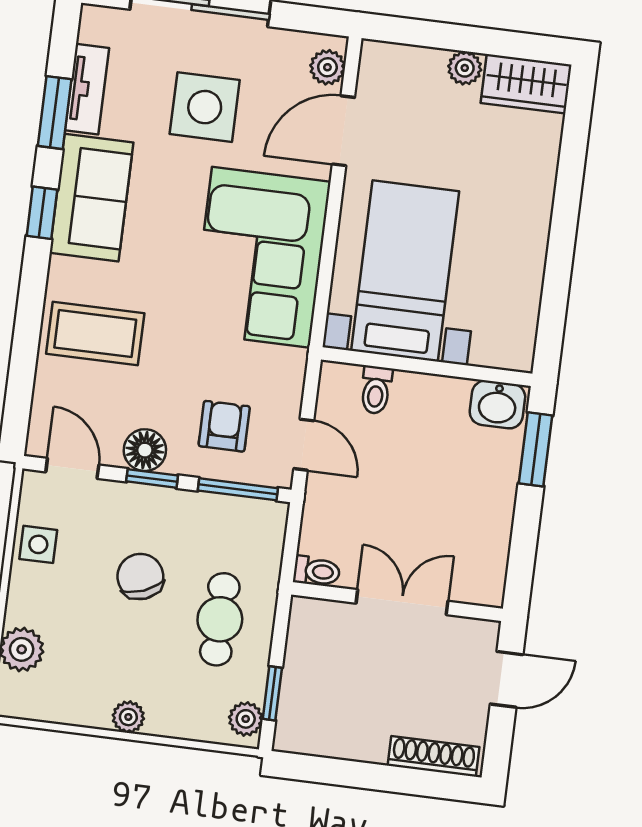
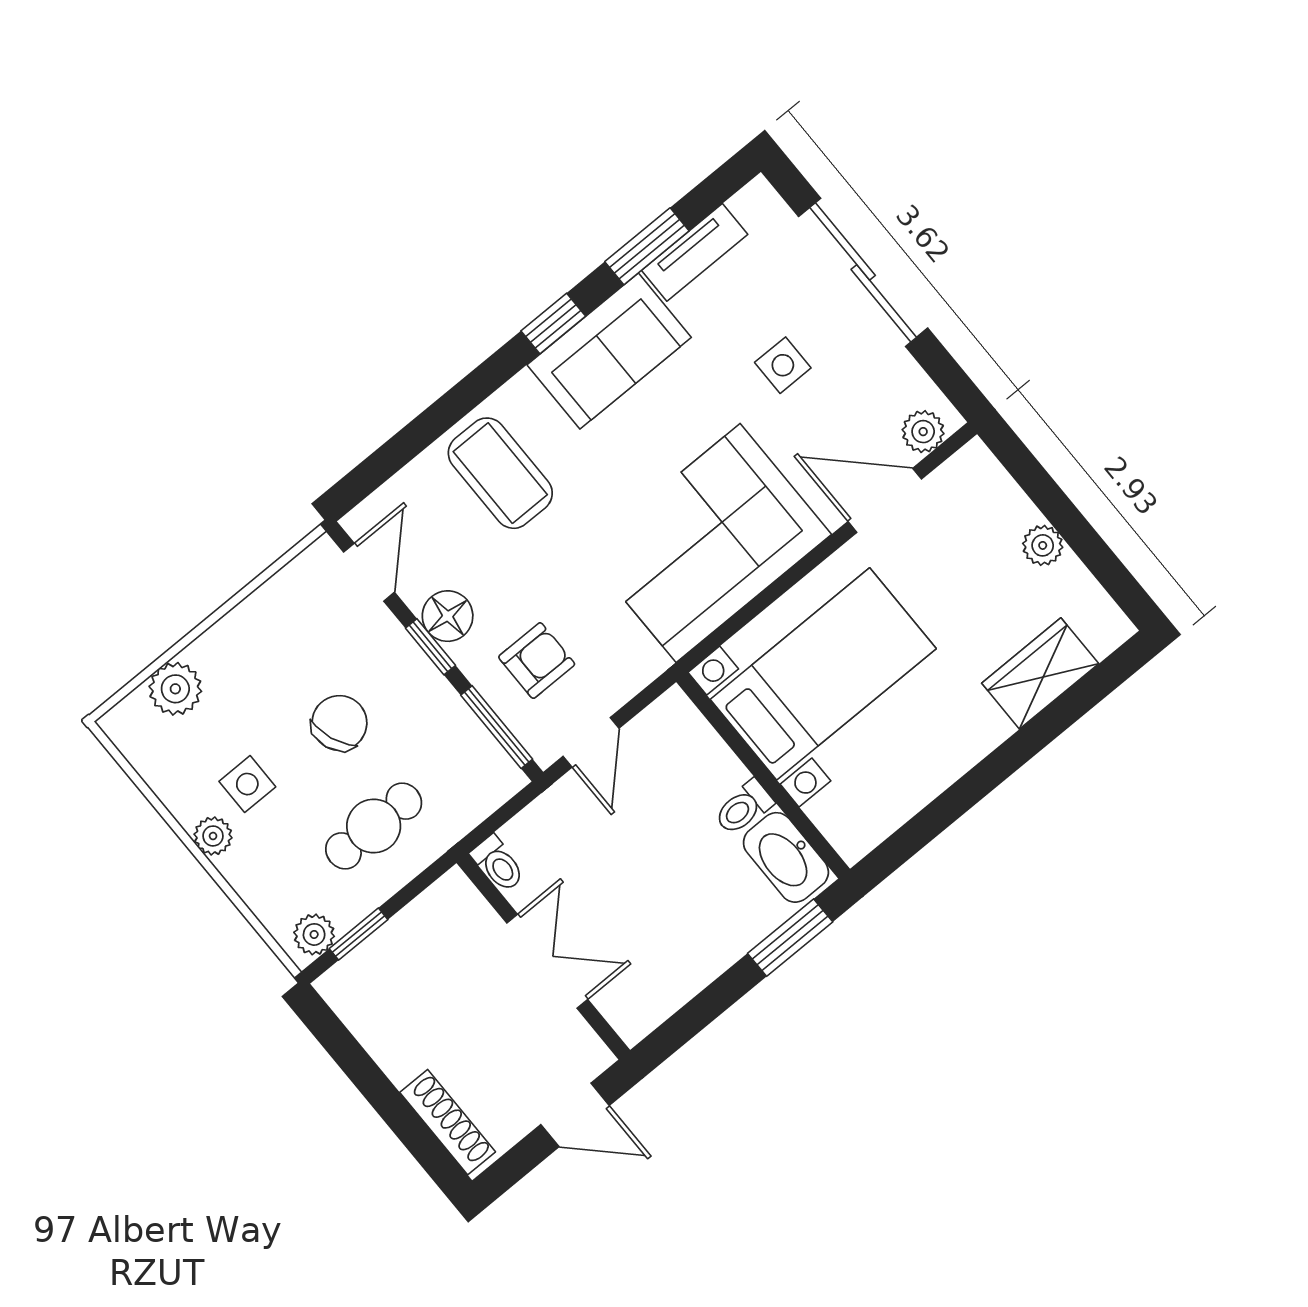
wardrobe: (526, 84) -> (1040, 673), moved, turned 90
side table: (205, 107) -> (783, 365), width x0.54, depth x0.54
toilet: (376, 390) -> (744, 808), moved
washbasin: (497, 404) -> (786, 857), width x1.38
side table: (38, 544) -> (247, 784), moved

